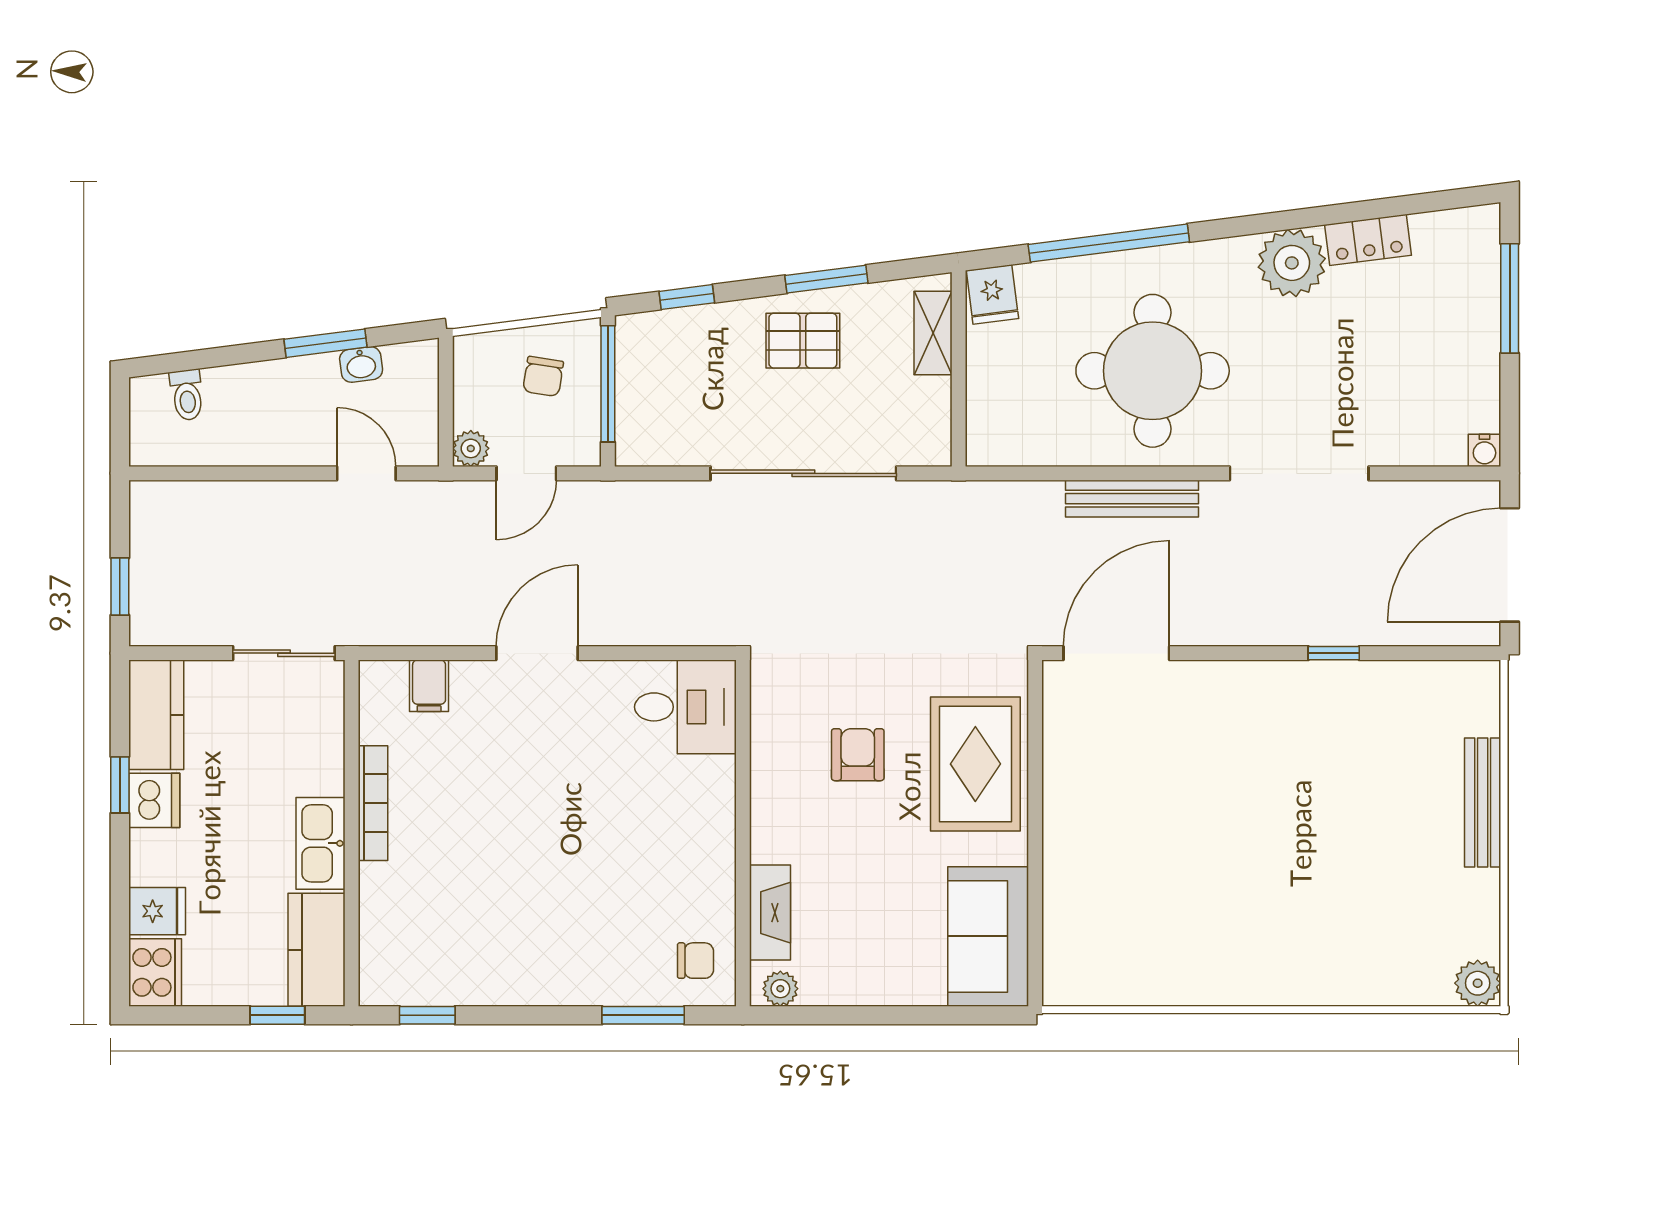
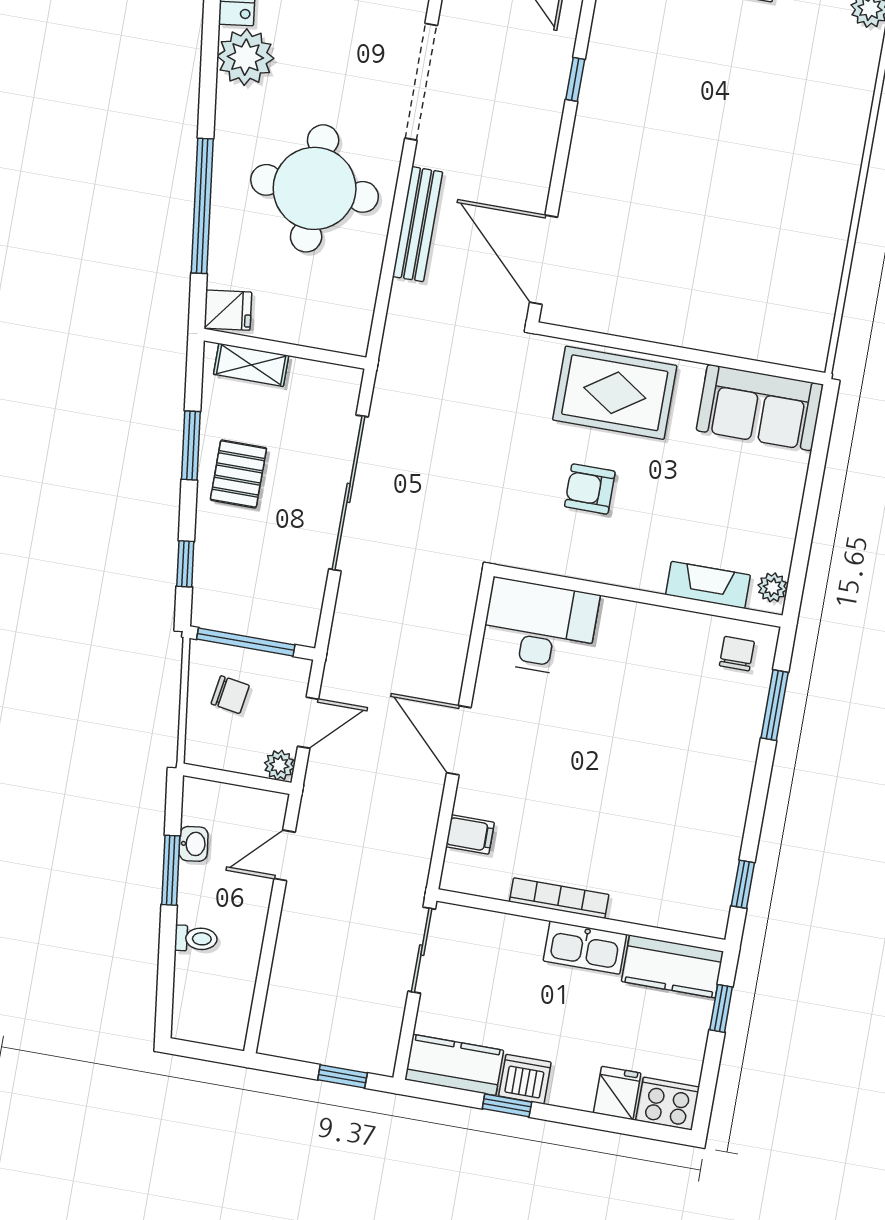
toilet: (187, 395) -> (196, 939), moved
door: (526, 473) -> (308, 723), hinge flipped
desk: (685, 707) -> (540, 628), width x1.37

